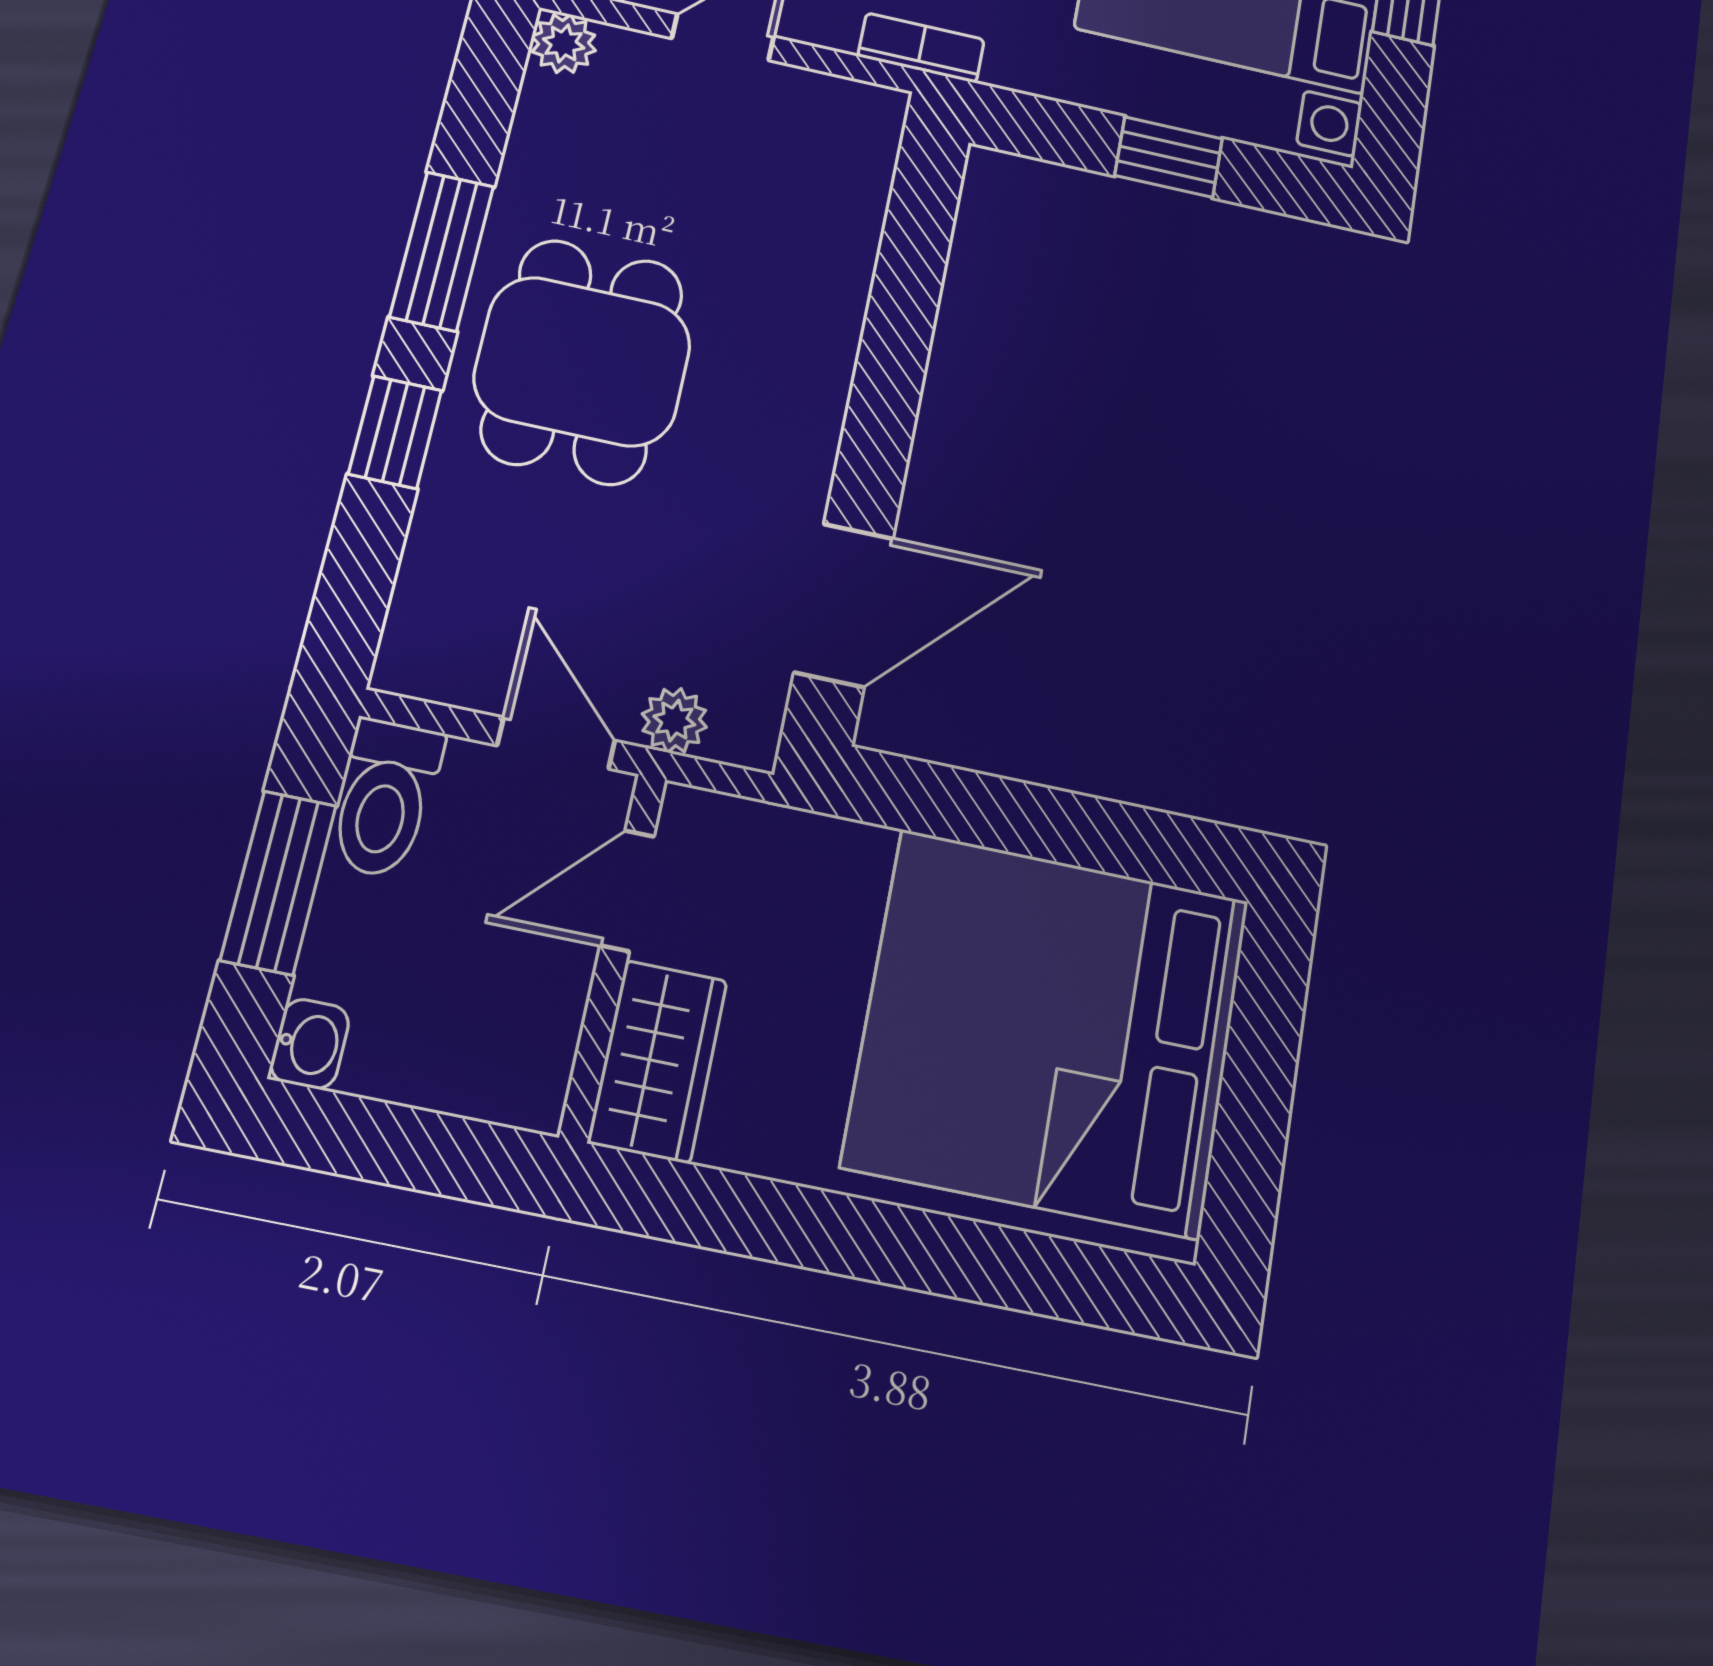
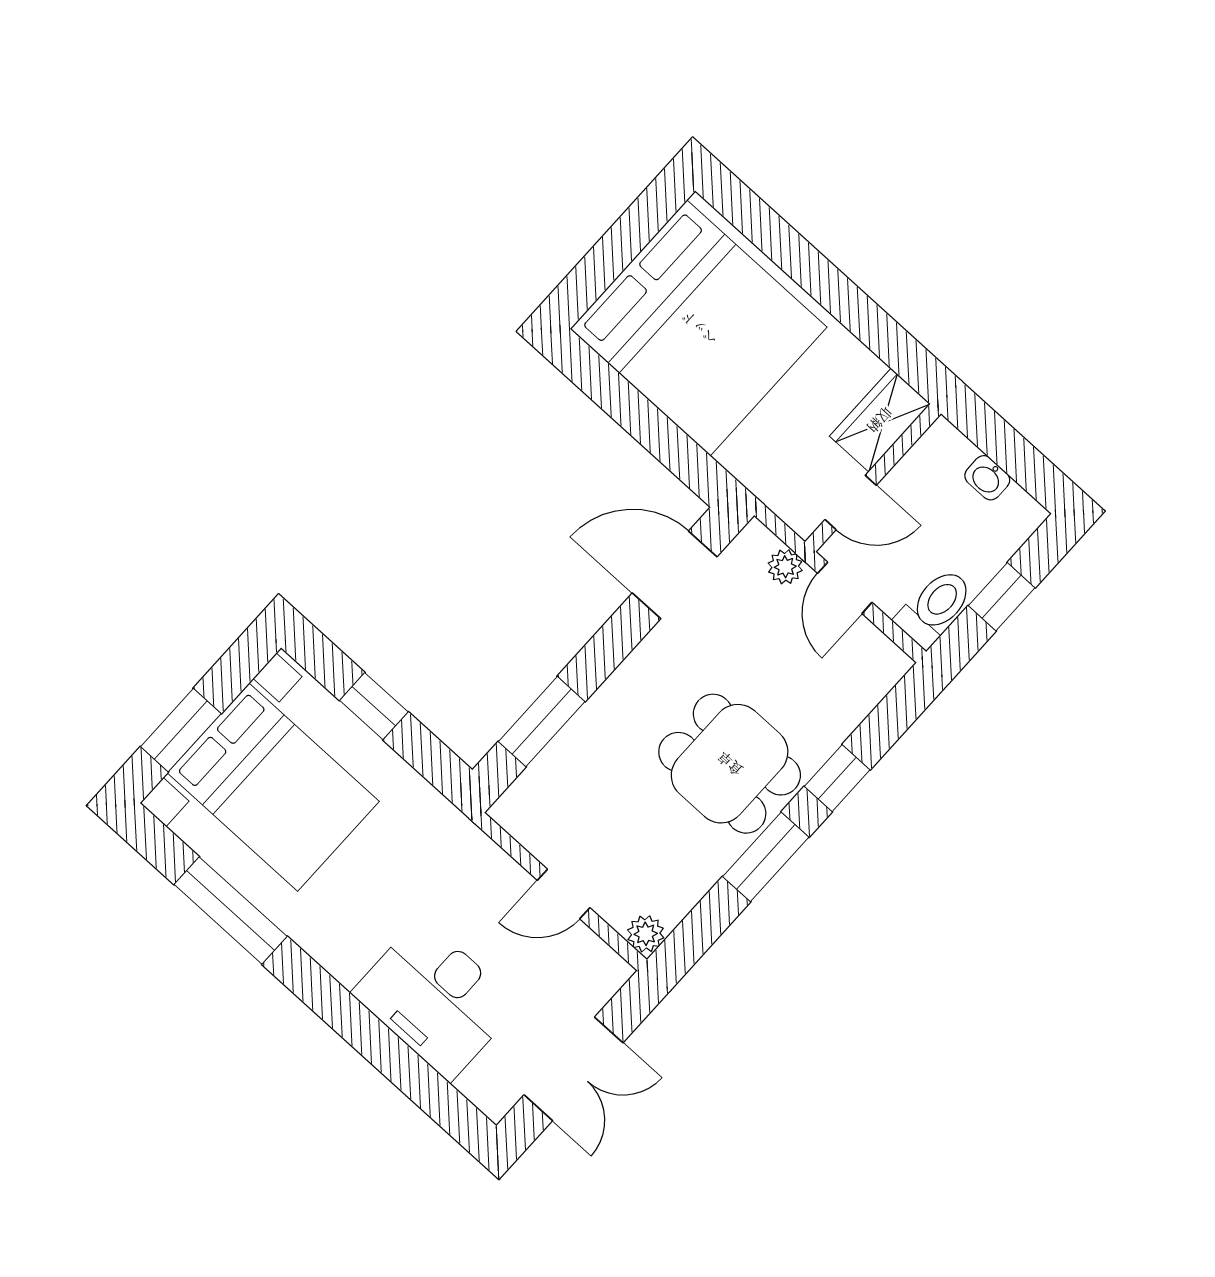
bookcase: (921, 48) -> (466, 834), removed
window: (911, 268) -> (542, 722), added
dining table: (582, 361) -> (730, 764), turned 90
window: (279, 883) -> (1002, 597), width x0.67
washbasin: (310, 1044) -> (987, 478), moved, turned -90

